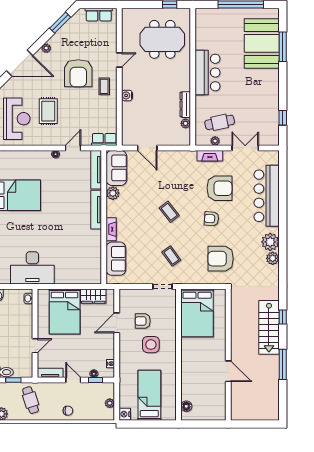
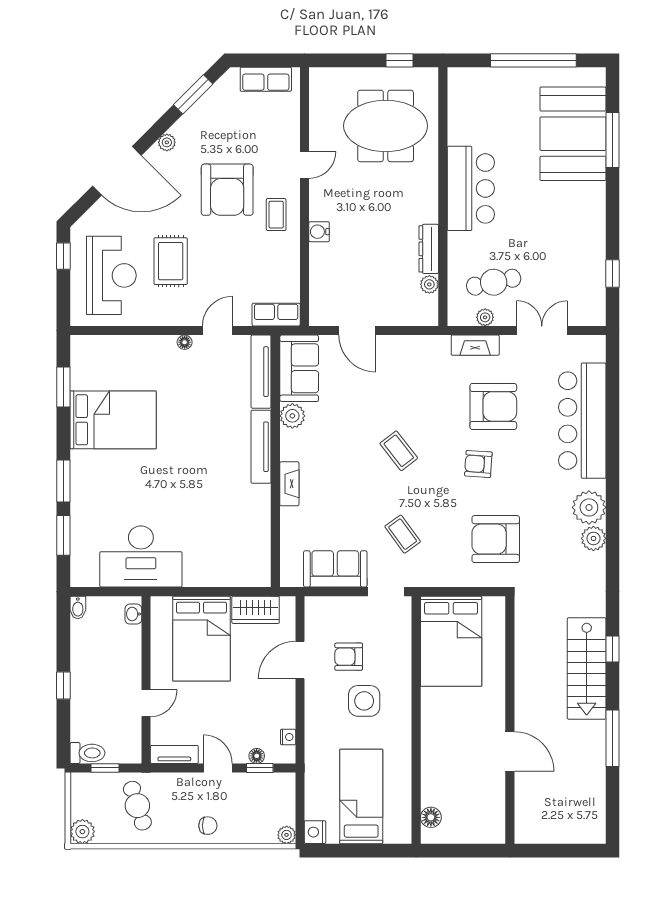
sofa: (116, 259) -> (335, 569), moved, turned -90
plant: (110, 403) -> (287, 835), moved

